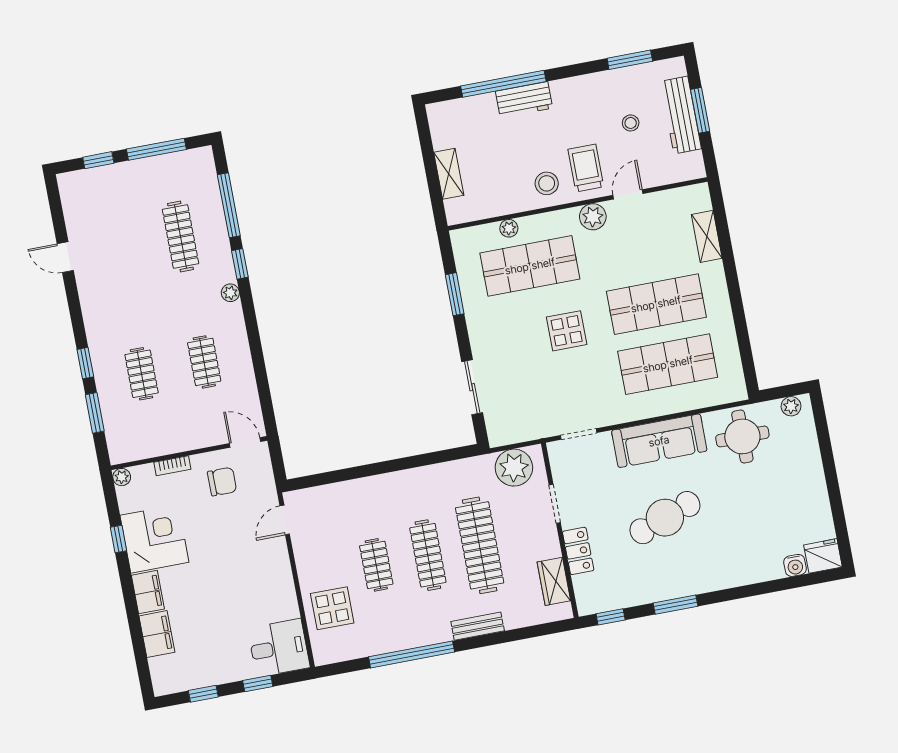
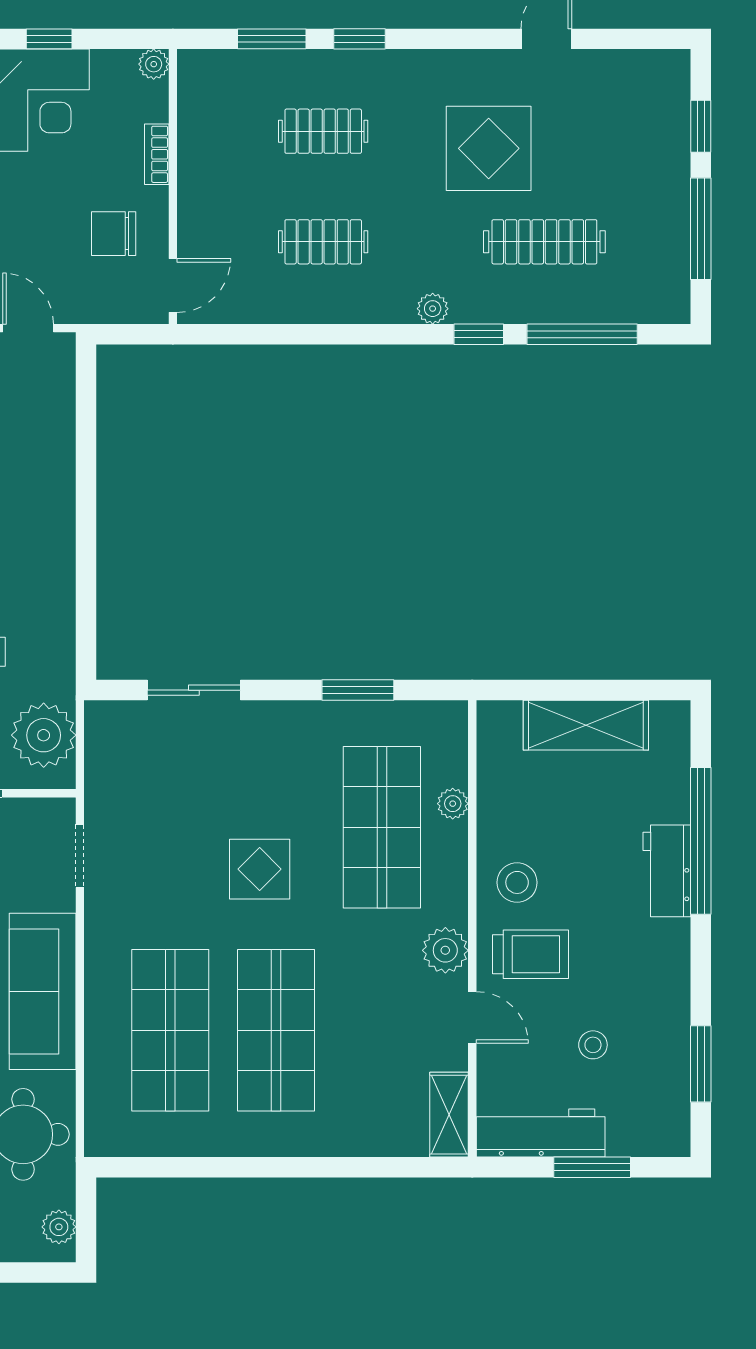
workbench: (681, 115) -> (541, 1133), moved
shelving: (449, 174) -> (586, 725), width x1.50, depth x1.33
shelving: (707, 236) -> (449, 1115), moved, turned 90
display table: (134, 278) -> (489, 148), added
chair: (222, 482) -> (114, 234), turned 90

